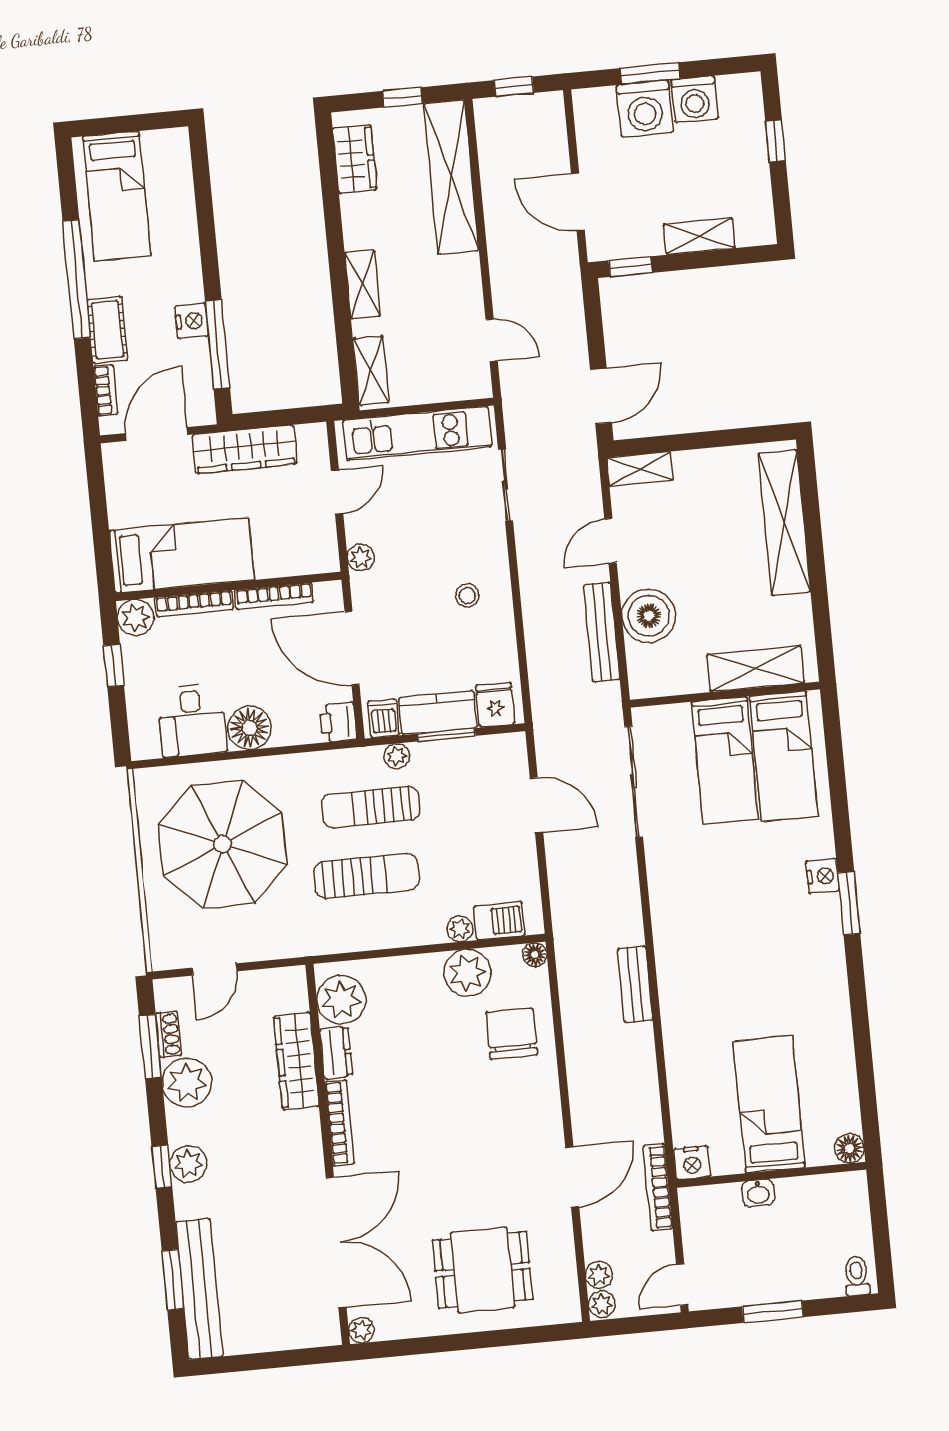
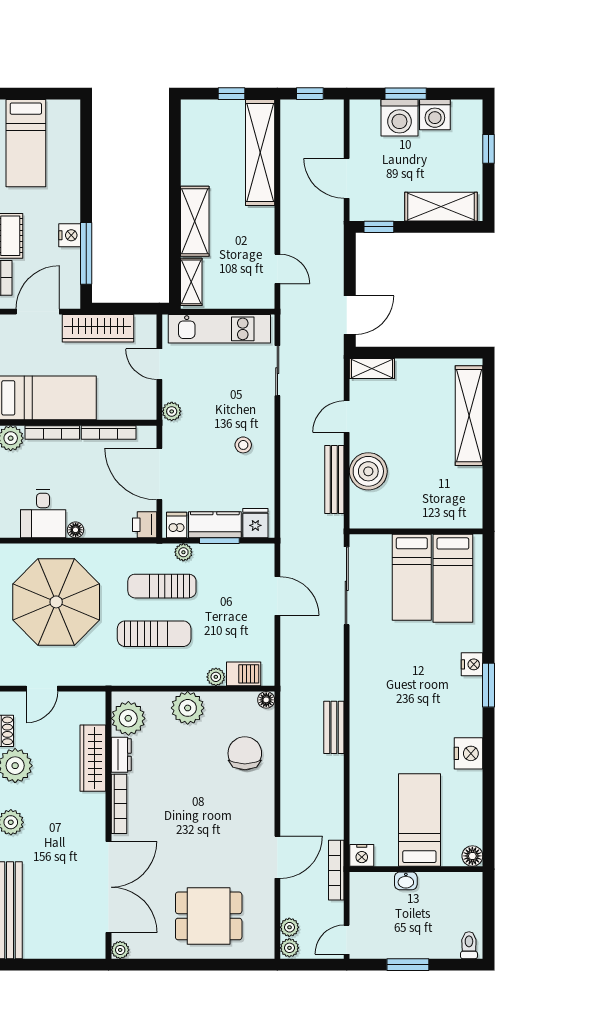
wardrobe: (355, 159) -> (194, 133), removed
shelving: (699, 236) -> (441, 207), width x1.50, depth x1.33
shelving: (363, 284) -> (195, 221), width x1.50, depth x1.33
door: (337, 492) -> (159, 364), swing flipped
shelving: (756, 669) -> (439, 515), removed
floor lamp: (250, 728) -> (76, 530), width x0.53, depth x0.53
plant: (467, 973) -> (188, 708), moved
nightstand: (830, 1003) -> (469, 753), added

